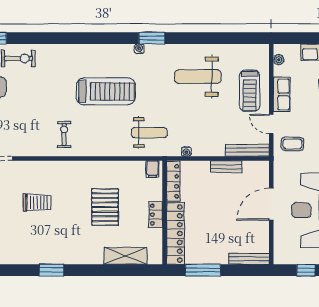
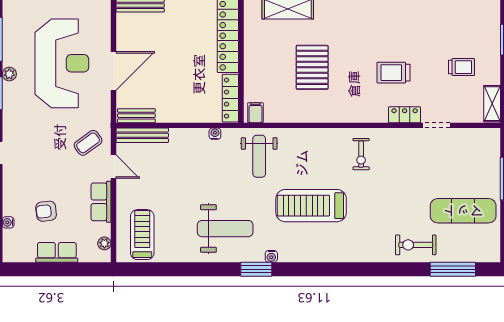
weight bench: (198, 77) -> (225, 229), moved
treadmill: (249, 91) -> (142, 235), moved
weight bench: (149, 133) -> (259, 156), turned -90
coffee table: (292, 144) -> (88, 143), turned -36
bench: (226, 167) -> (136, 116), moved
locker: (156, 215) -> (405, 115), moved, turned -90

